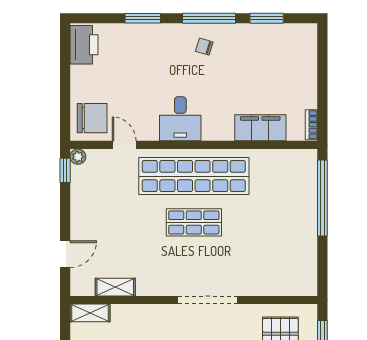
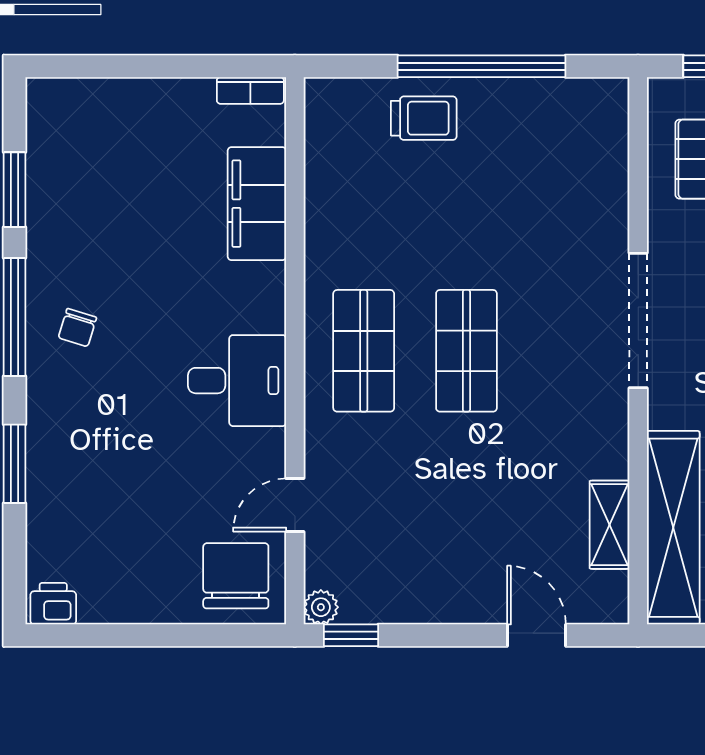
printer: (84, 45) -> (53, 604), width x0.53, depth x0.68
shop shelf: (194, 176) -> (364, 351), width x0.50, depth x0.74
window: (322, 198) -> (481, 66), moved
trolley: (299, 203) -> (424, 118), added
shelving: (90, 313) -> (673, 528), width x2.20, depth x1.33

